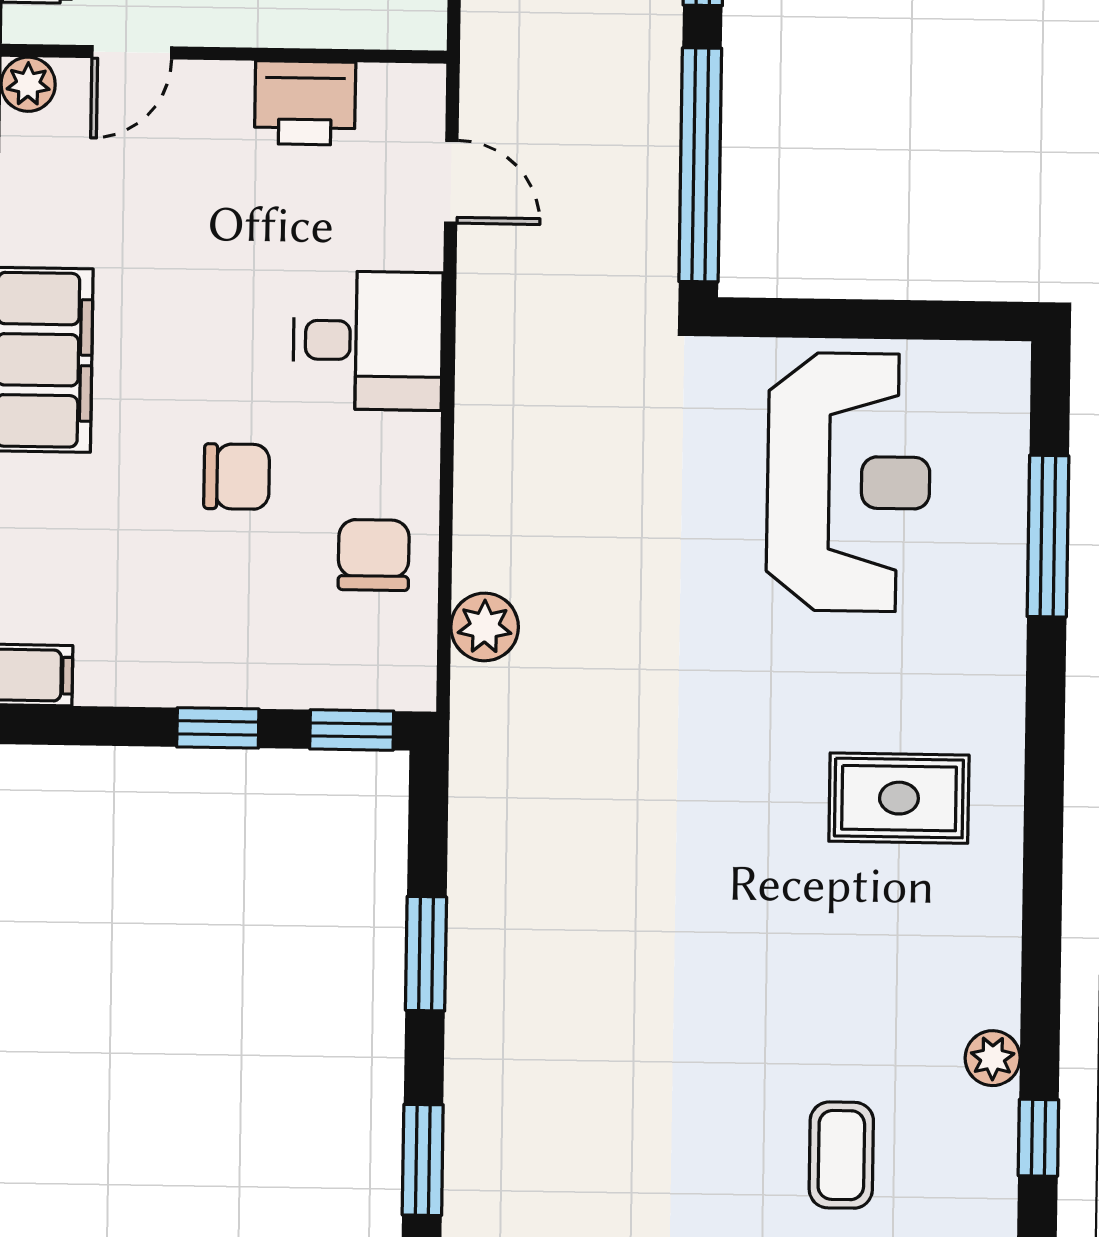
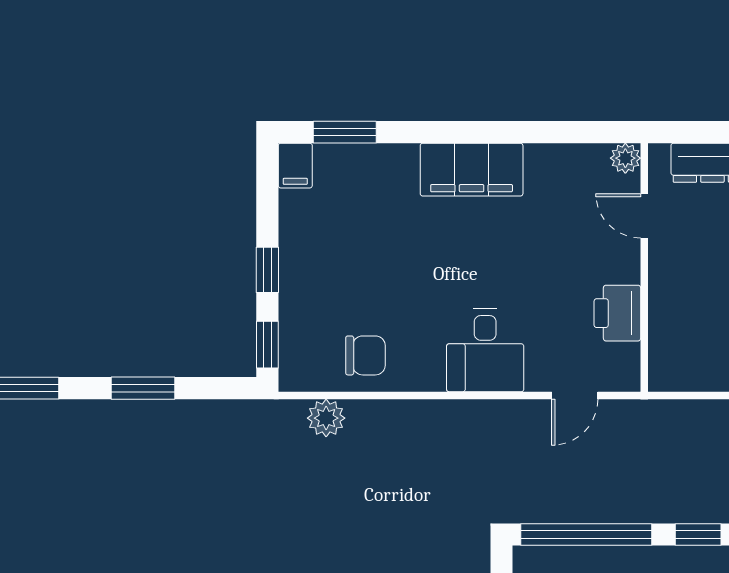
chair: (237, 477) -> (408, 278), removed

